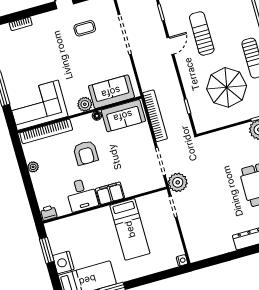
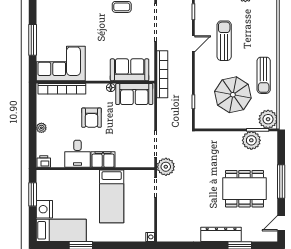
plant: (85, 104) -> (103, 74), removed
bookcase: (155, 116) -> (162, 74), moved
plant: (33, 167) -> (41, 128), moved

